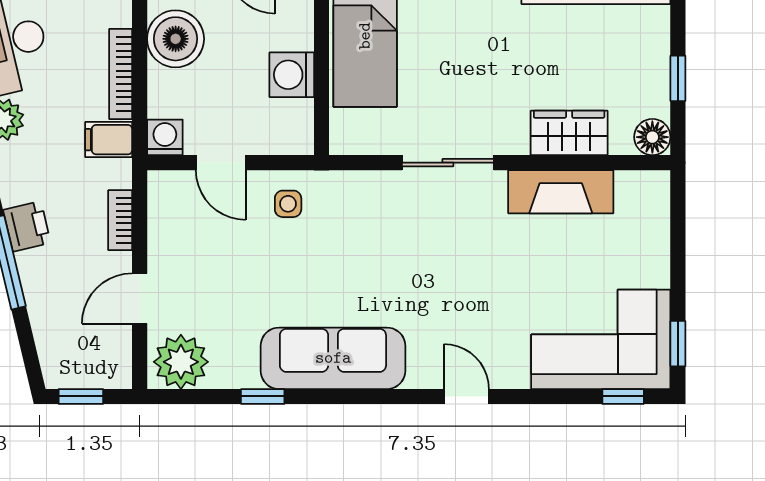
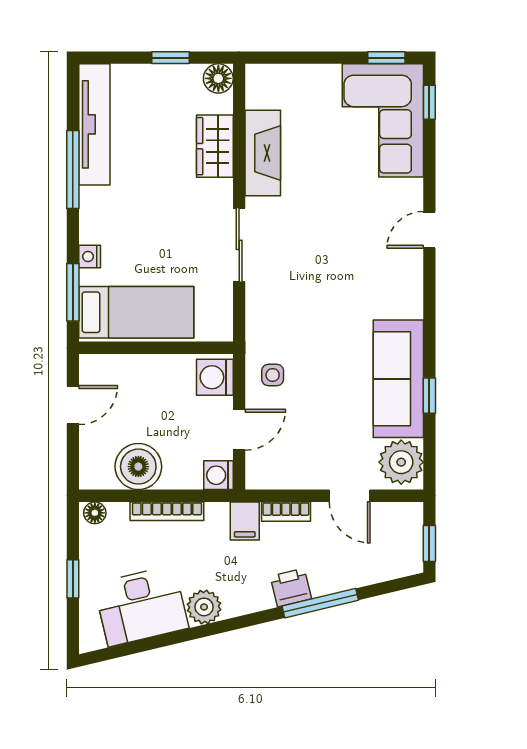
washing machine: (292, 75) -> (215, 377), moved, turned 90
filing cabinet: (109, 140) -> (245, 521), moved
sofa: (333, 358) -> (398, 379), moved

